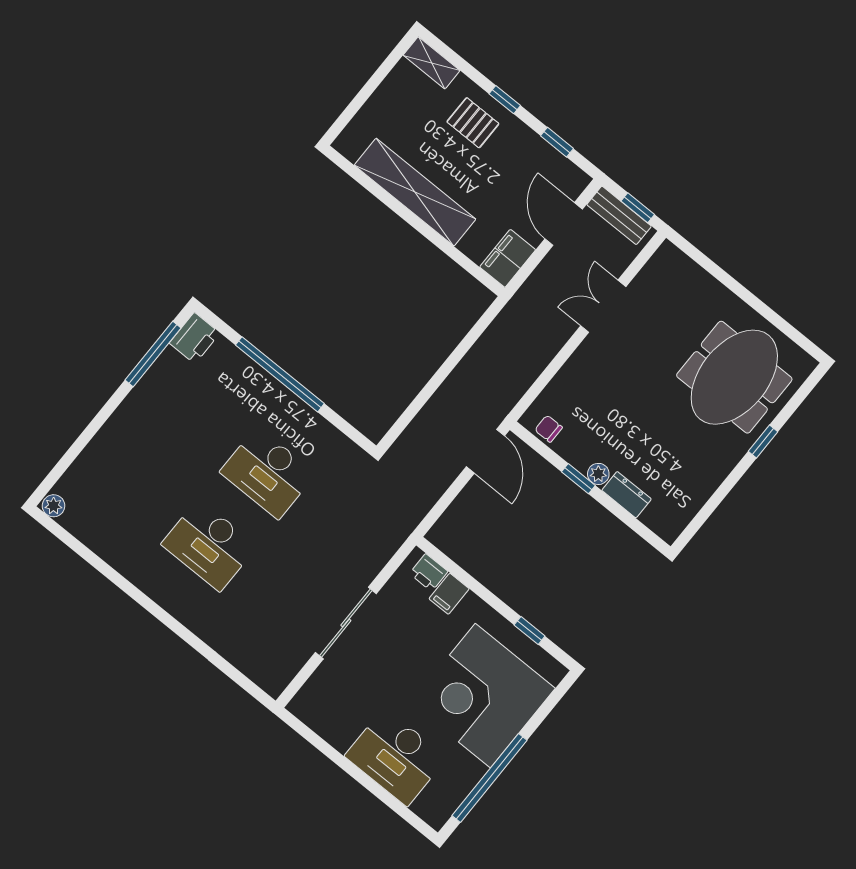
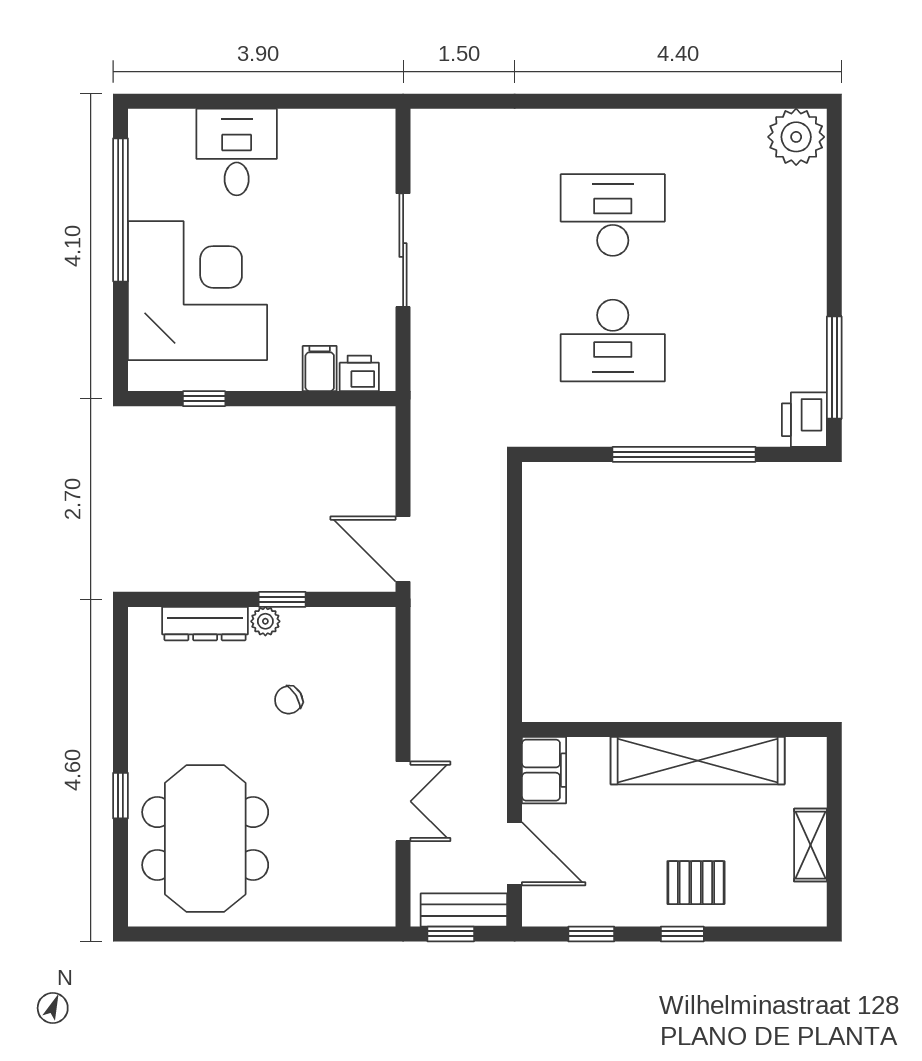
shelving: (432, 63) -> (810, 845), moved, turned 90
chair: (549, 429) -> (289, 700), moved, turned 149
desk: (268, 473) -> (613, 341), turned 180
dresser: (627, 495) -> (205, 624), width x1.44
plant: (54, 506) -> (796, 137), width x1.87, depth x1.87
desk: (396, 757) -> (237, 152), width x0.73

